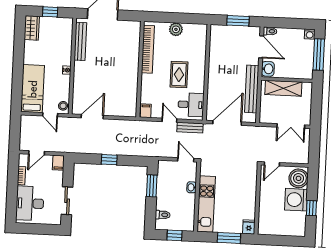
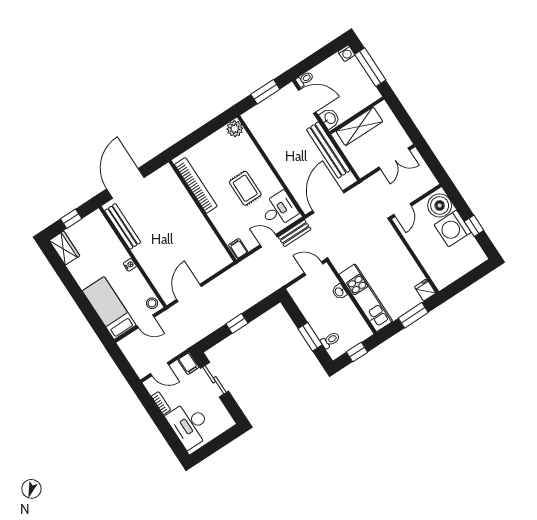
plant: (176, 29) -> (235, 129), moved
door: (37, 153) -> (159, 369), hinge flipped
window: (152, 186) -> (310, 337), moved
sliding door: (67, 201) -> (214, 380), moved

